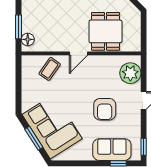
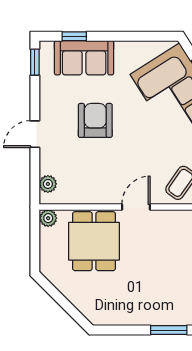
plant: (135, 46) -> (48, 218), added
plant: (130, 73) -> (48, 184), width x0.53, depth x0.53

